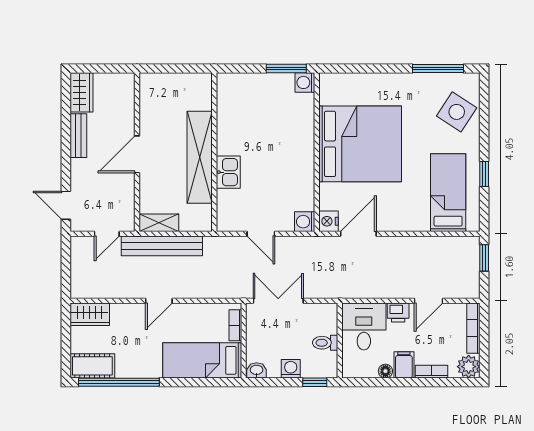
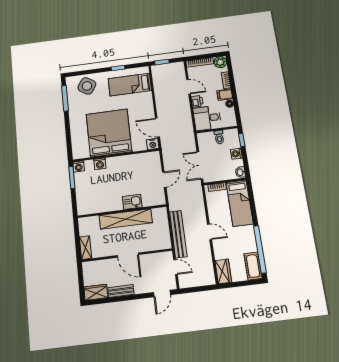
washing machine: (305, 222) -> (100, 164), moved
shelving: (159, 223) -> (86, 248), moved

